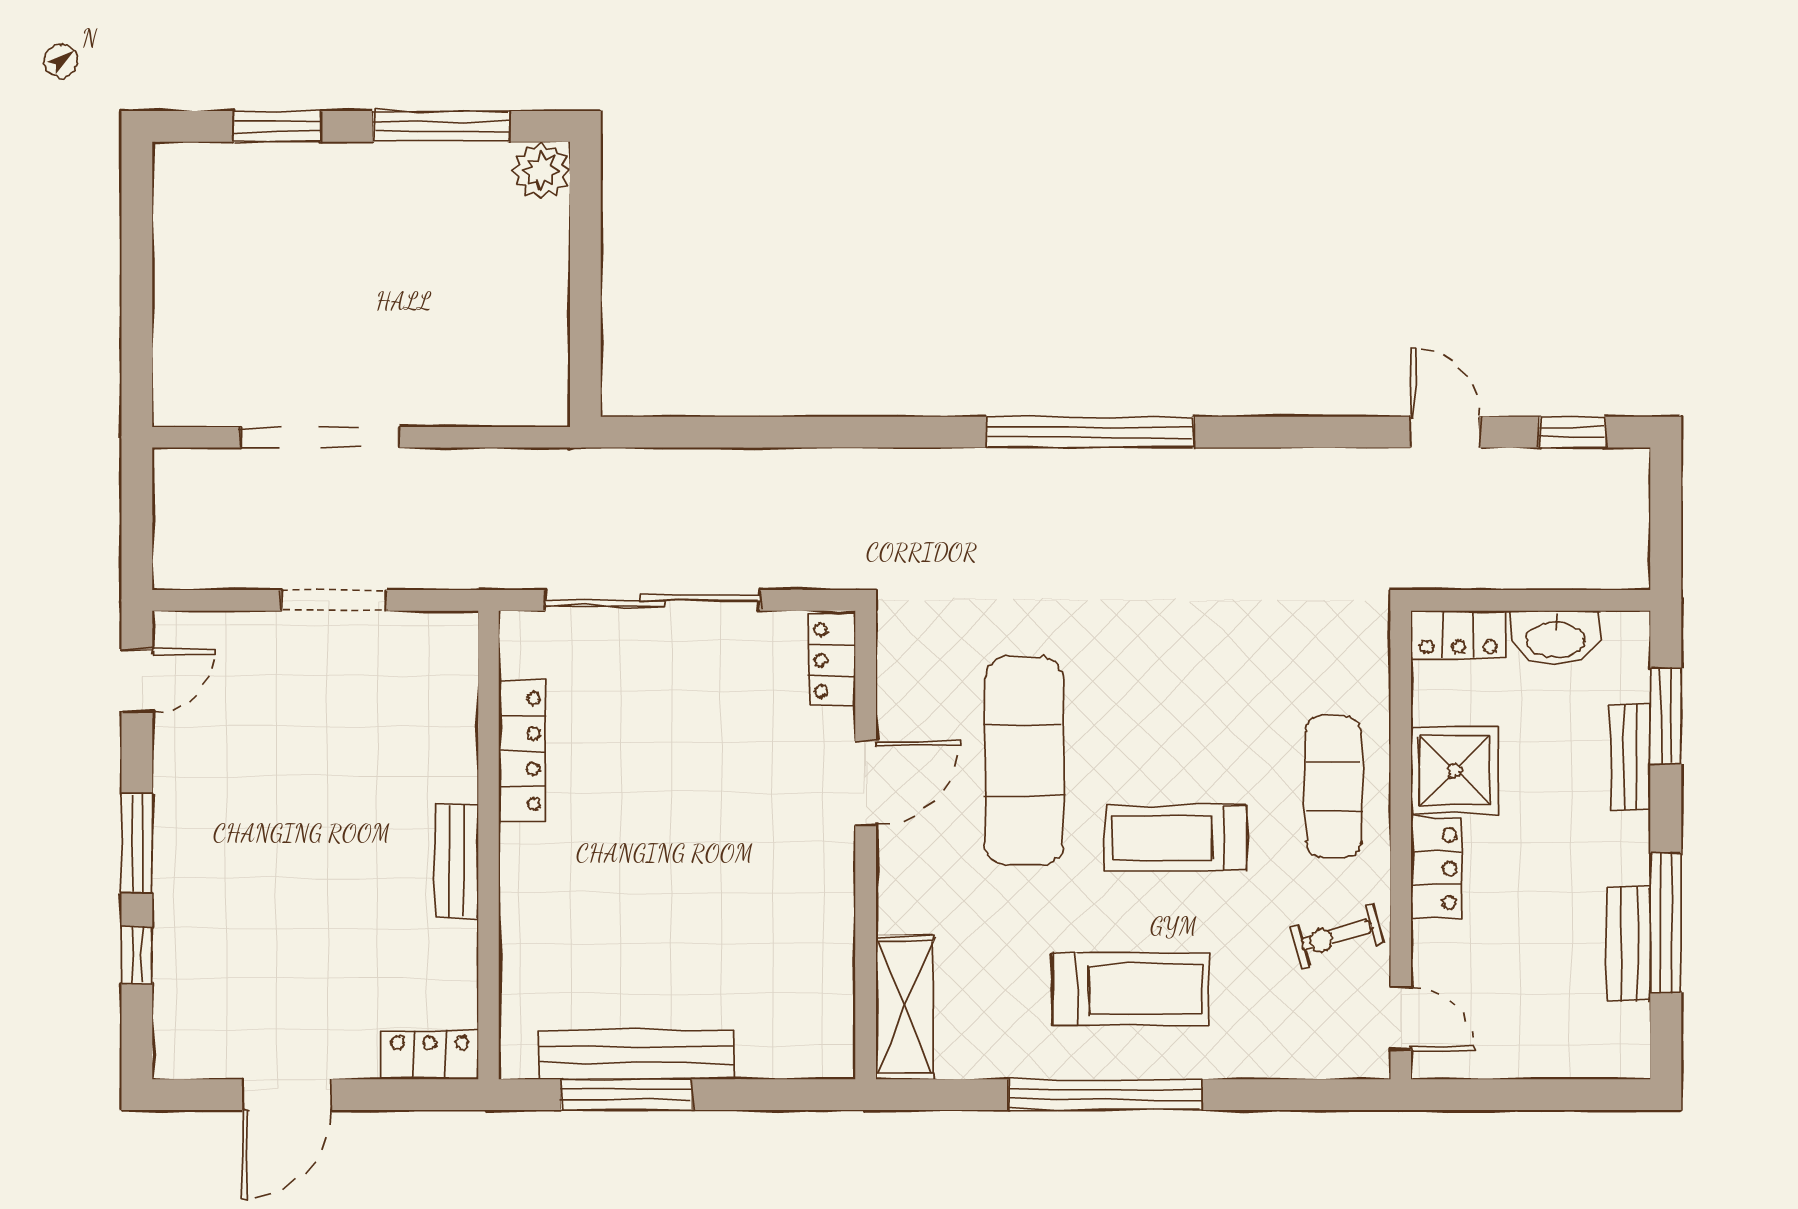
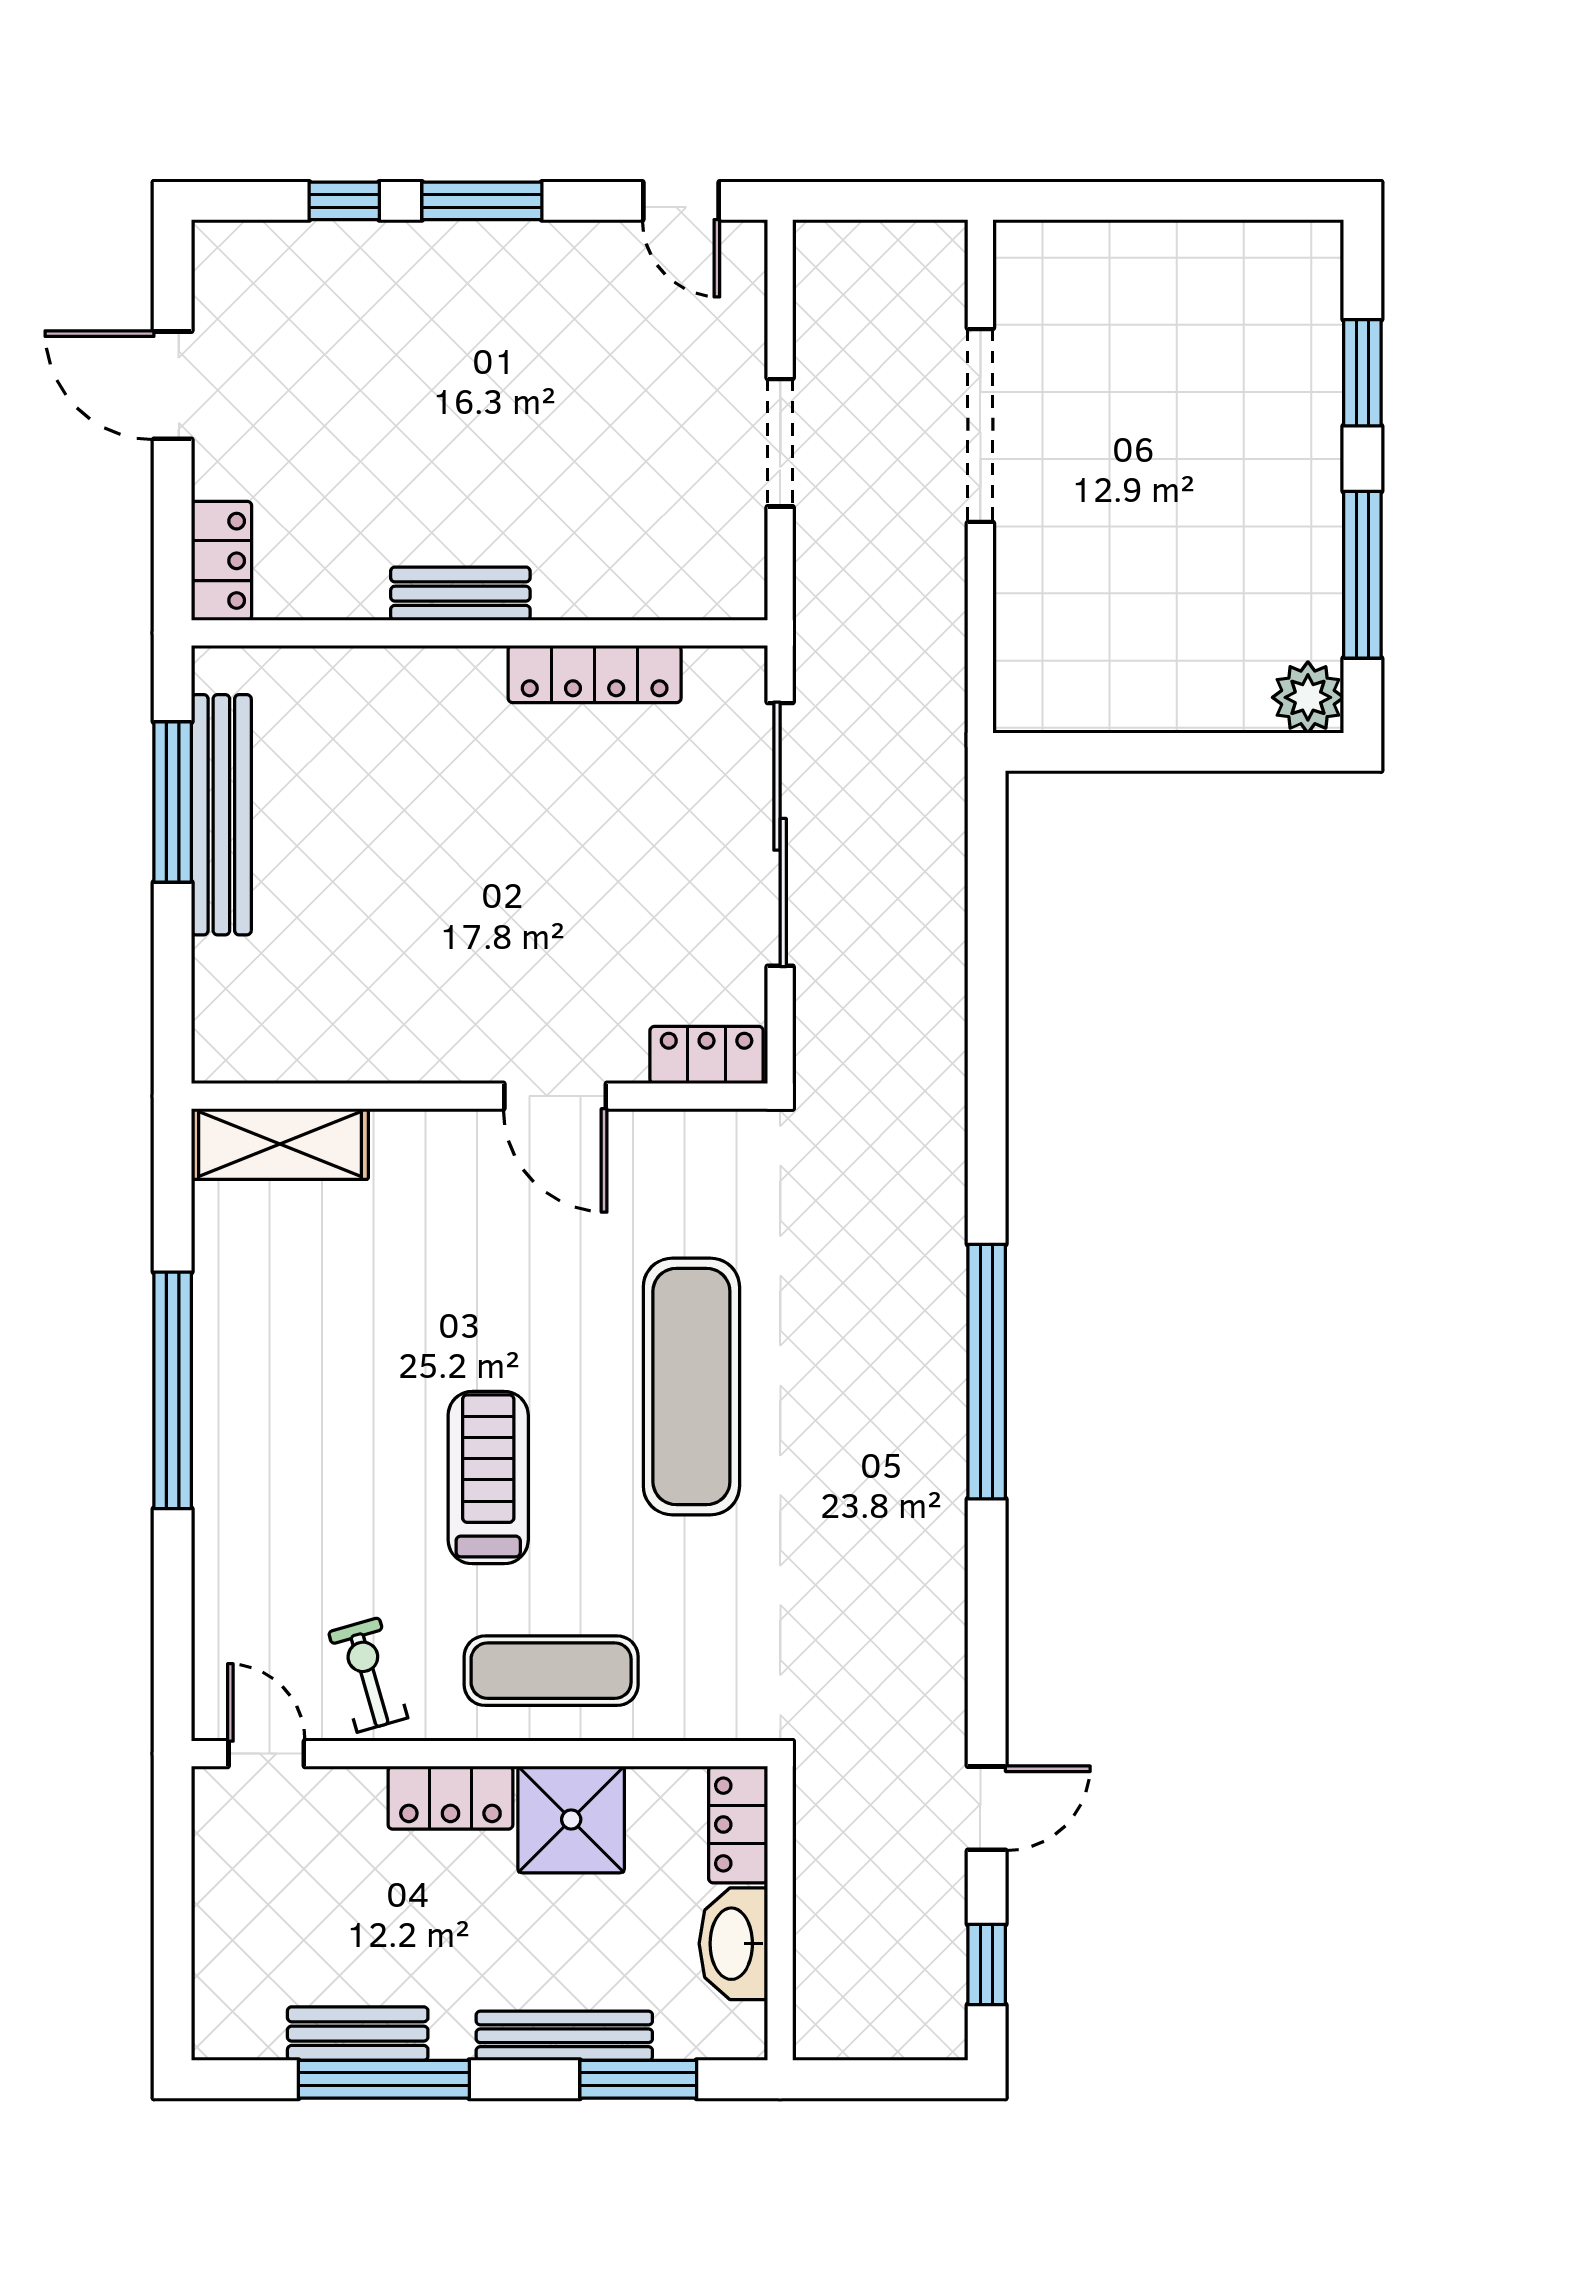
bench: (1630, 757) -> (564, 2036), width x1.36
exercise mat: (1024, 761) -> (691, 1386), moved, turned 90
treadmill: (1130, 989) -> (302, 1421), removed
door: (1401, 1019) -> (266, 1754), swing flipped

